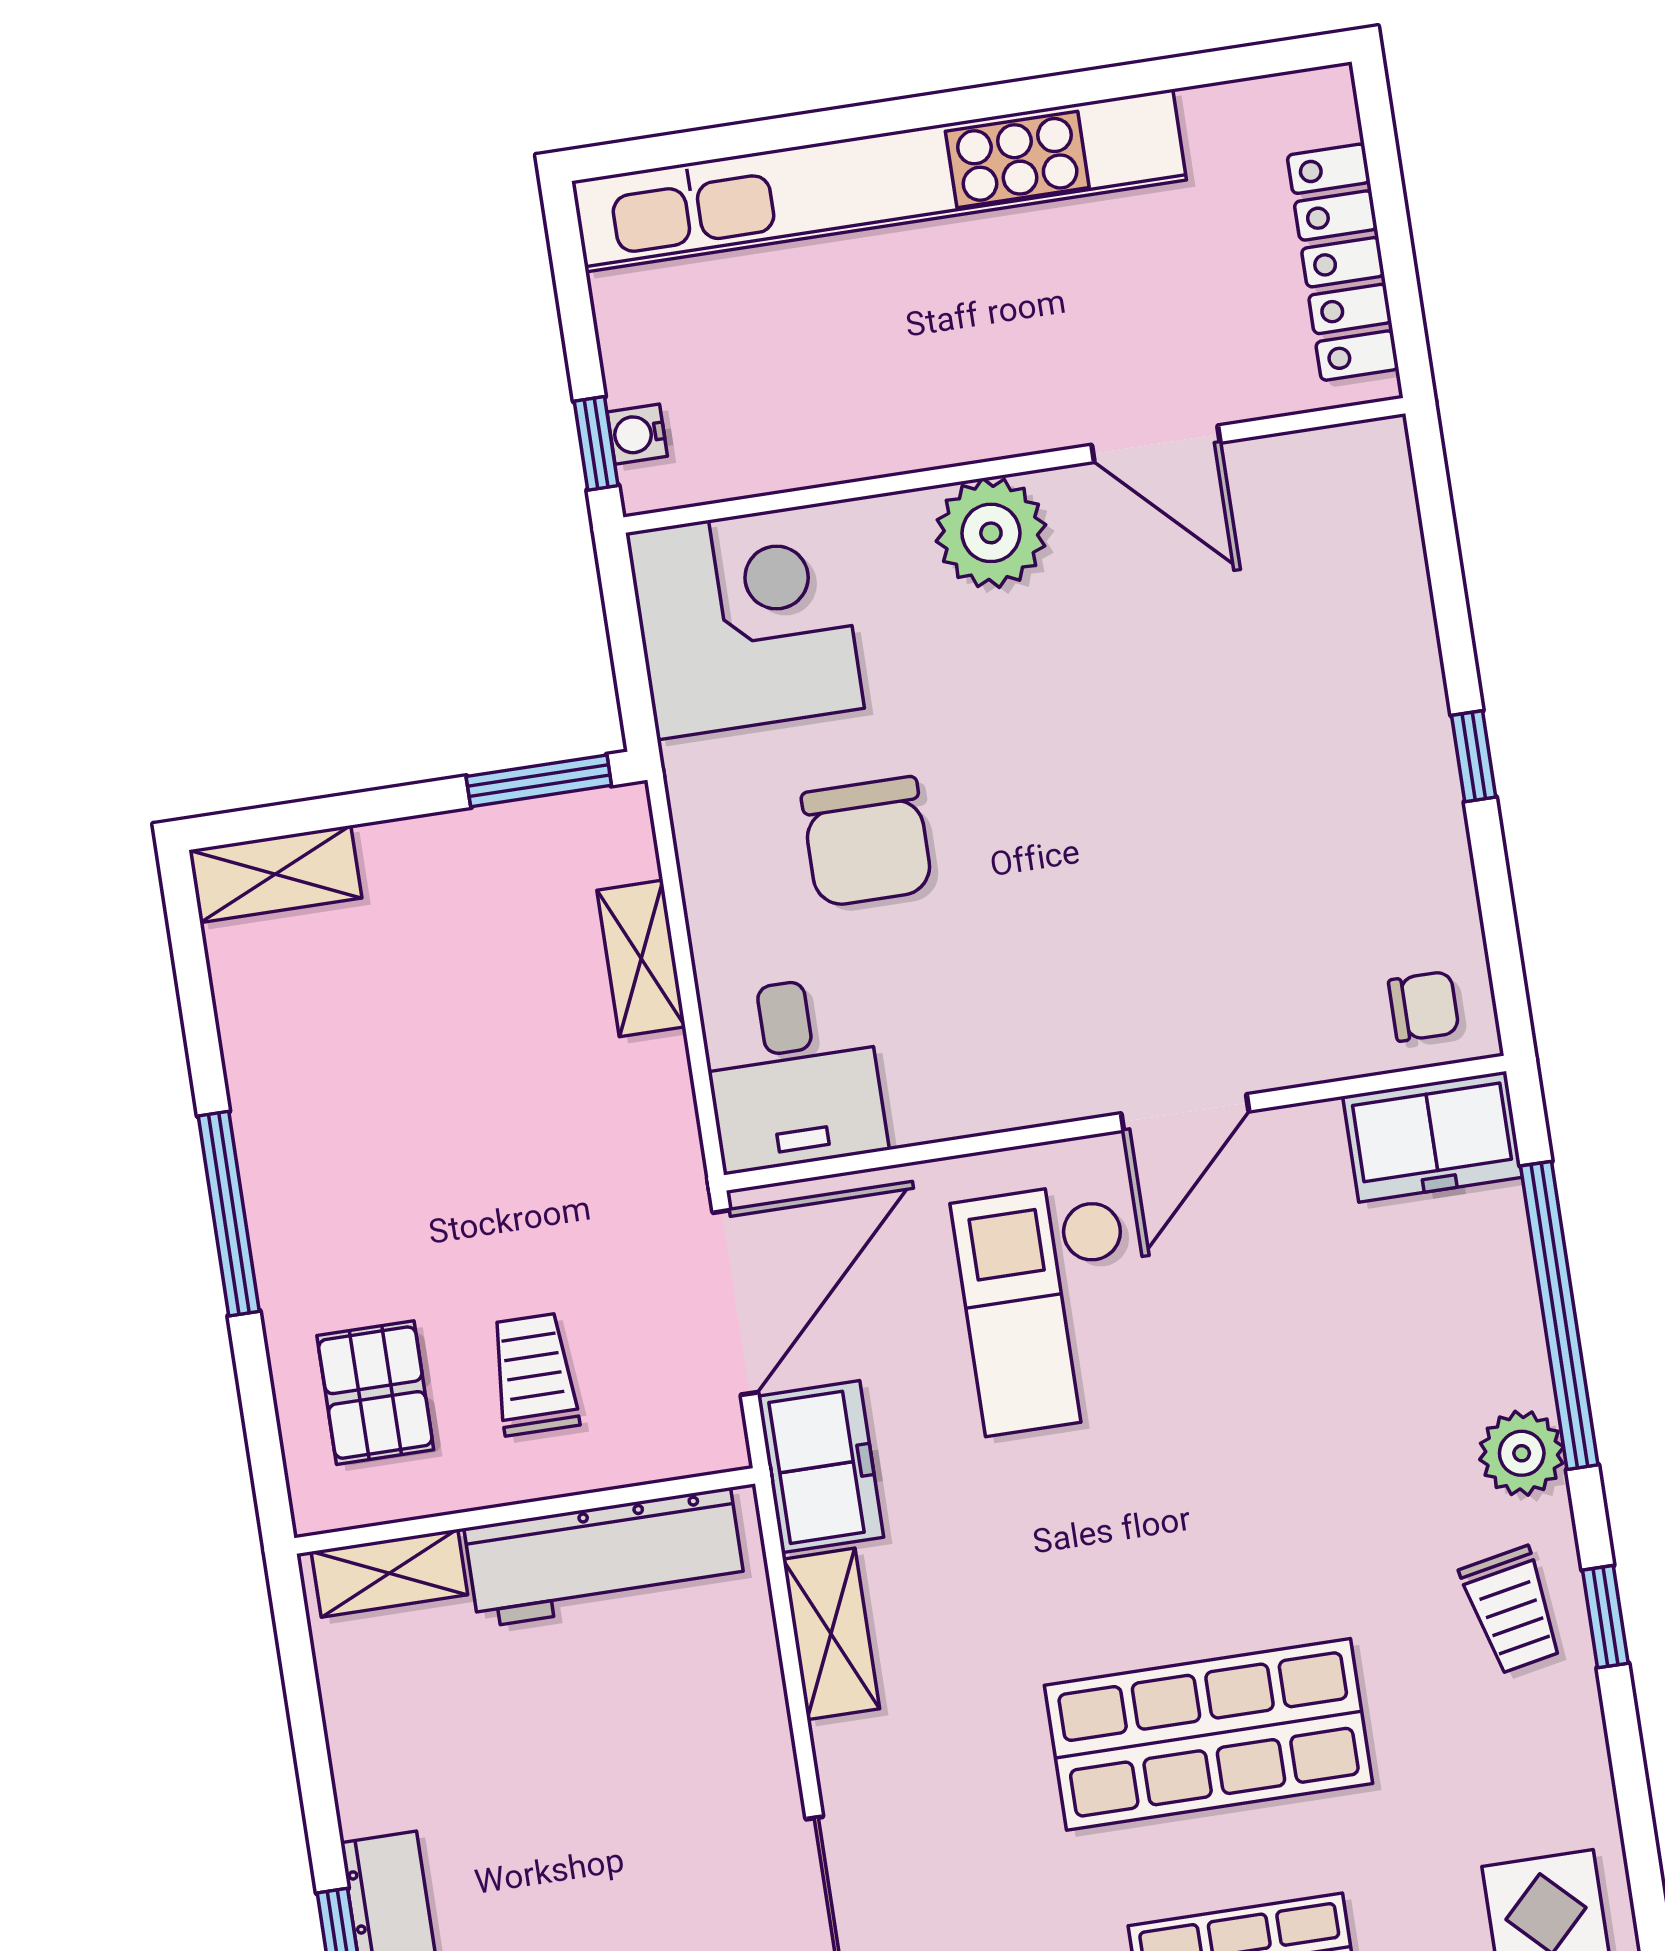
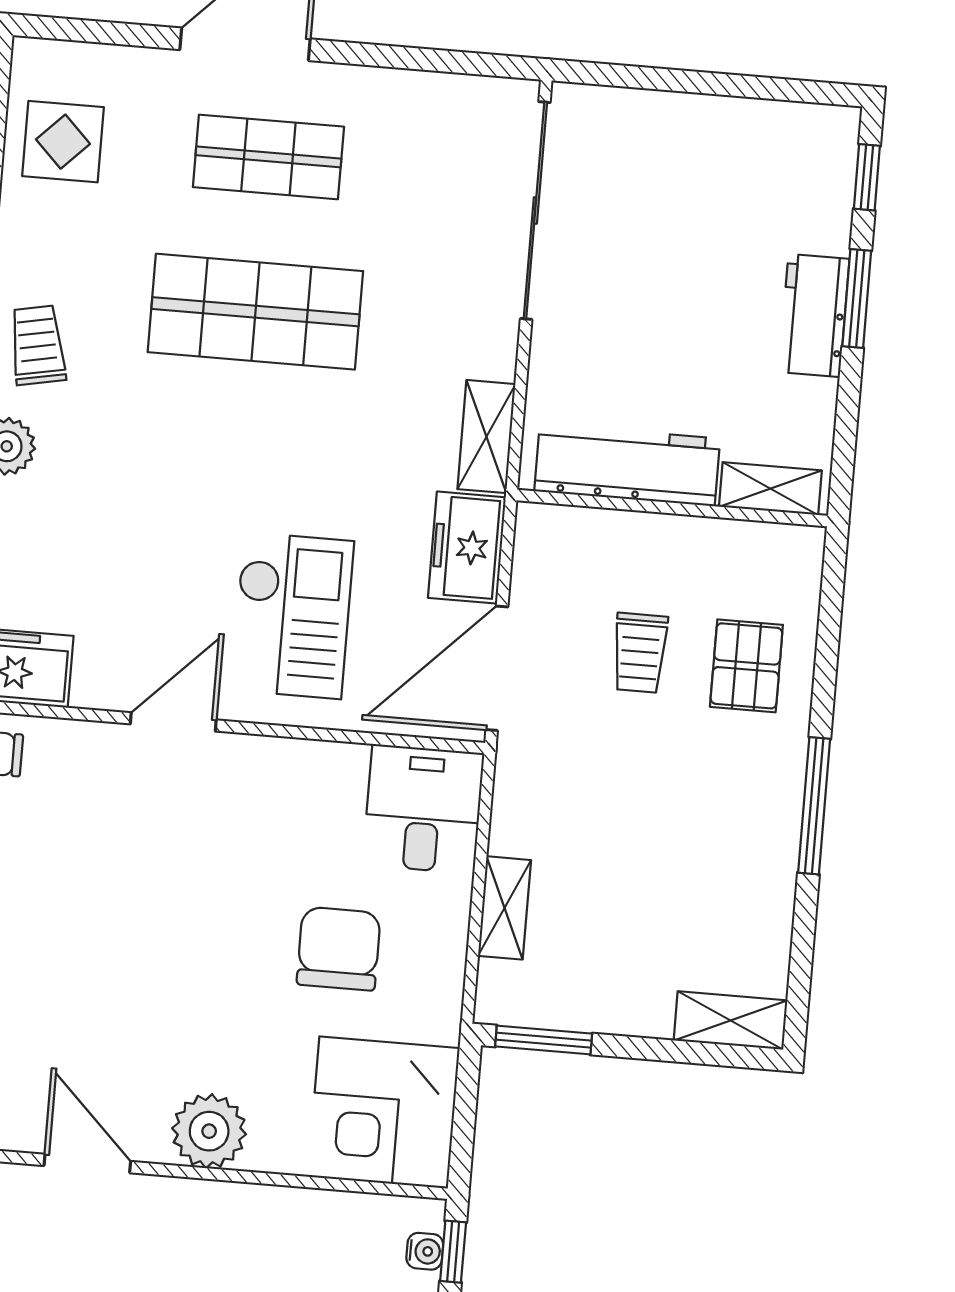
wall: (525, 1511) -> (672, 508), moved
workbench: (605, 1558) -> (627, 465), moved
shelving: (389, 1573) -> (770, 489), moved

